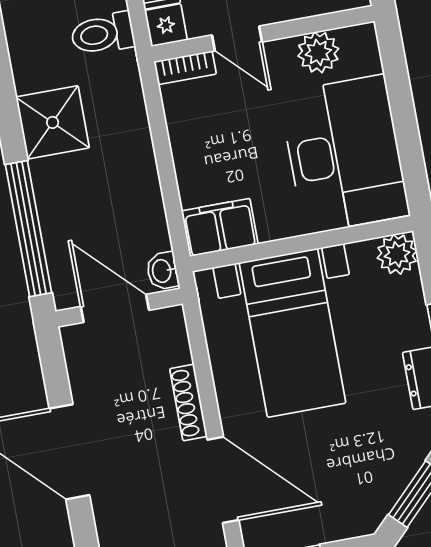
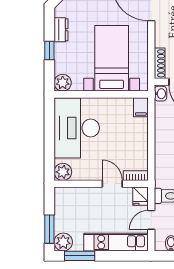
plant: (318, 52) -> (63, 172), moved
filing cabinet: (220, 227) -> (141, 107), width x0.50
shoe rack: (189, 403) -> (160, 63), moved

